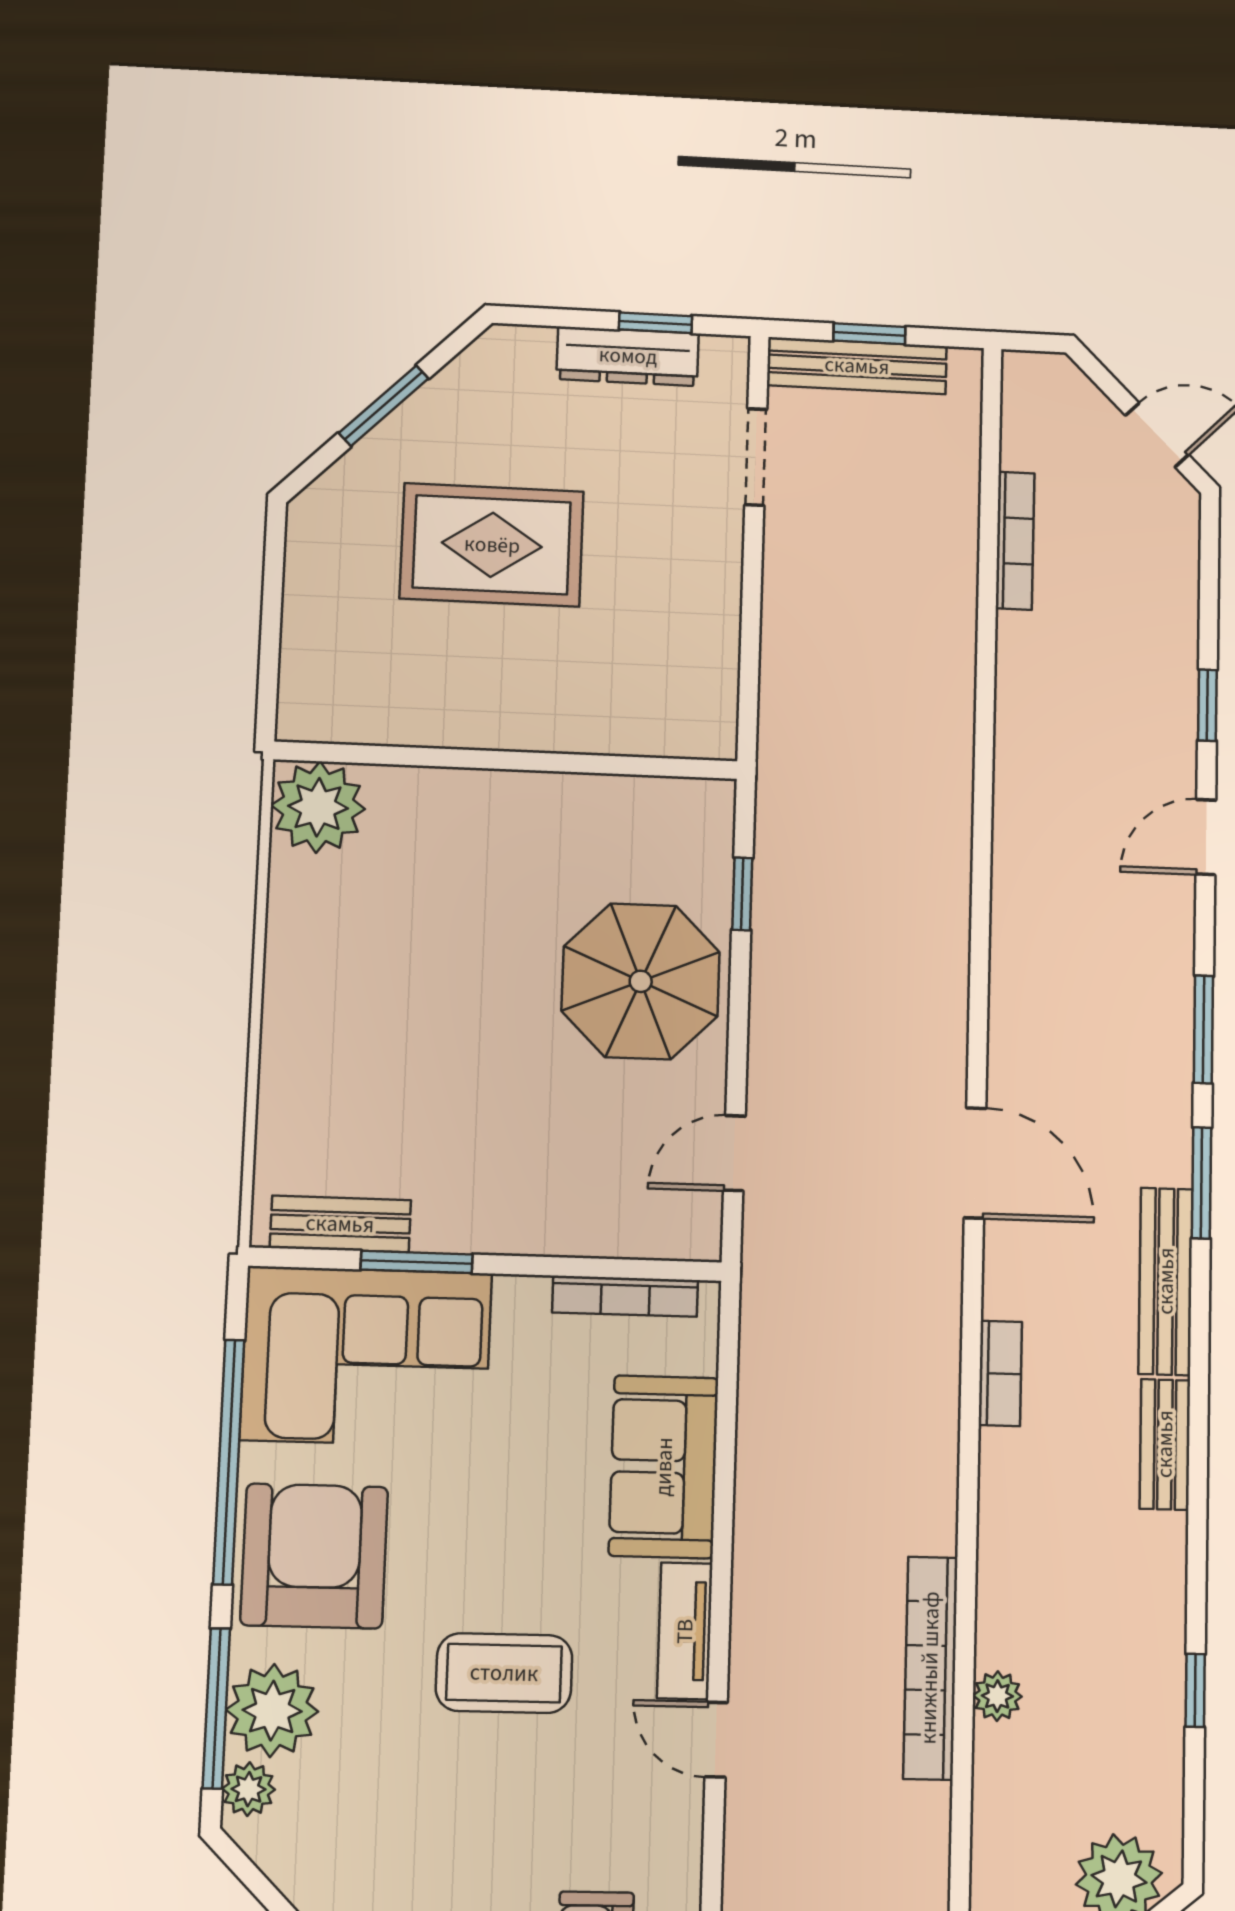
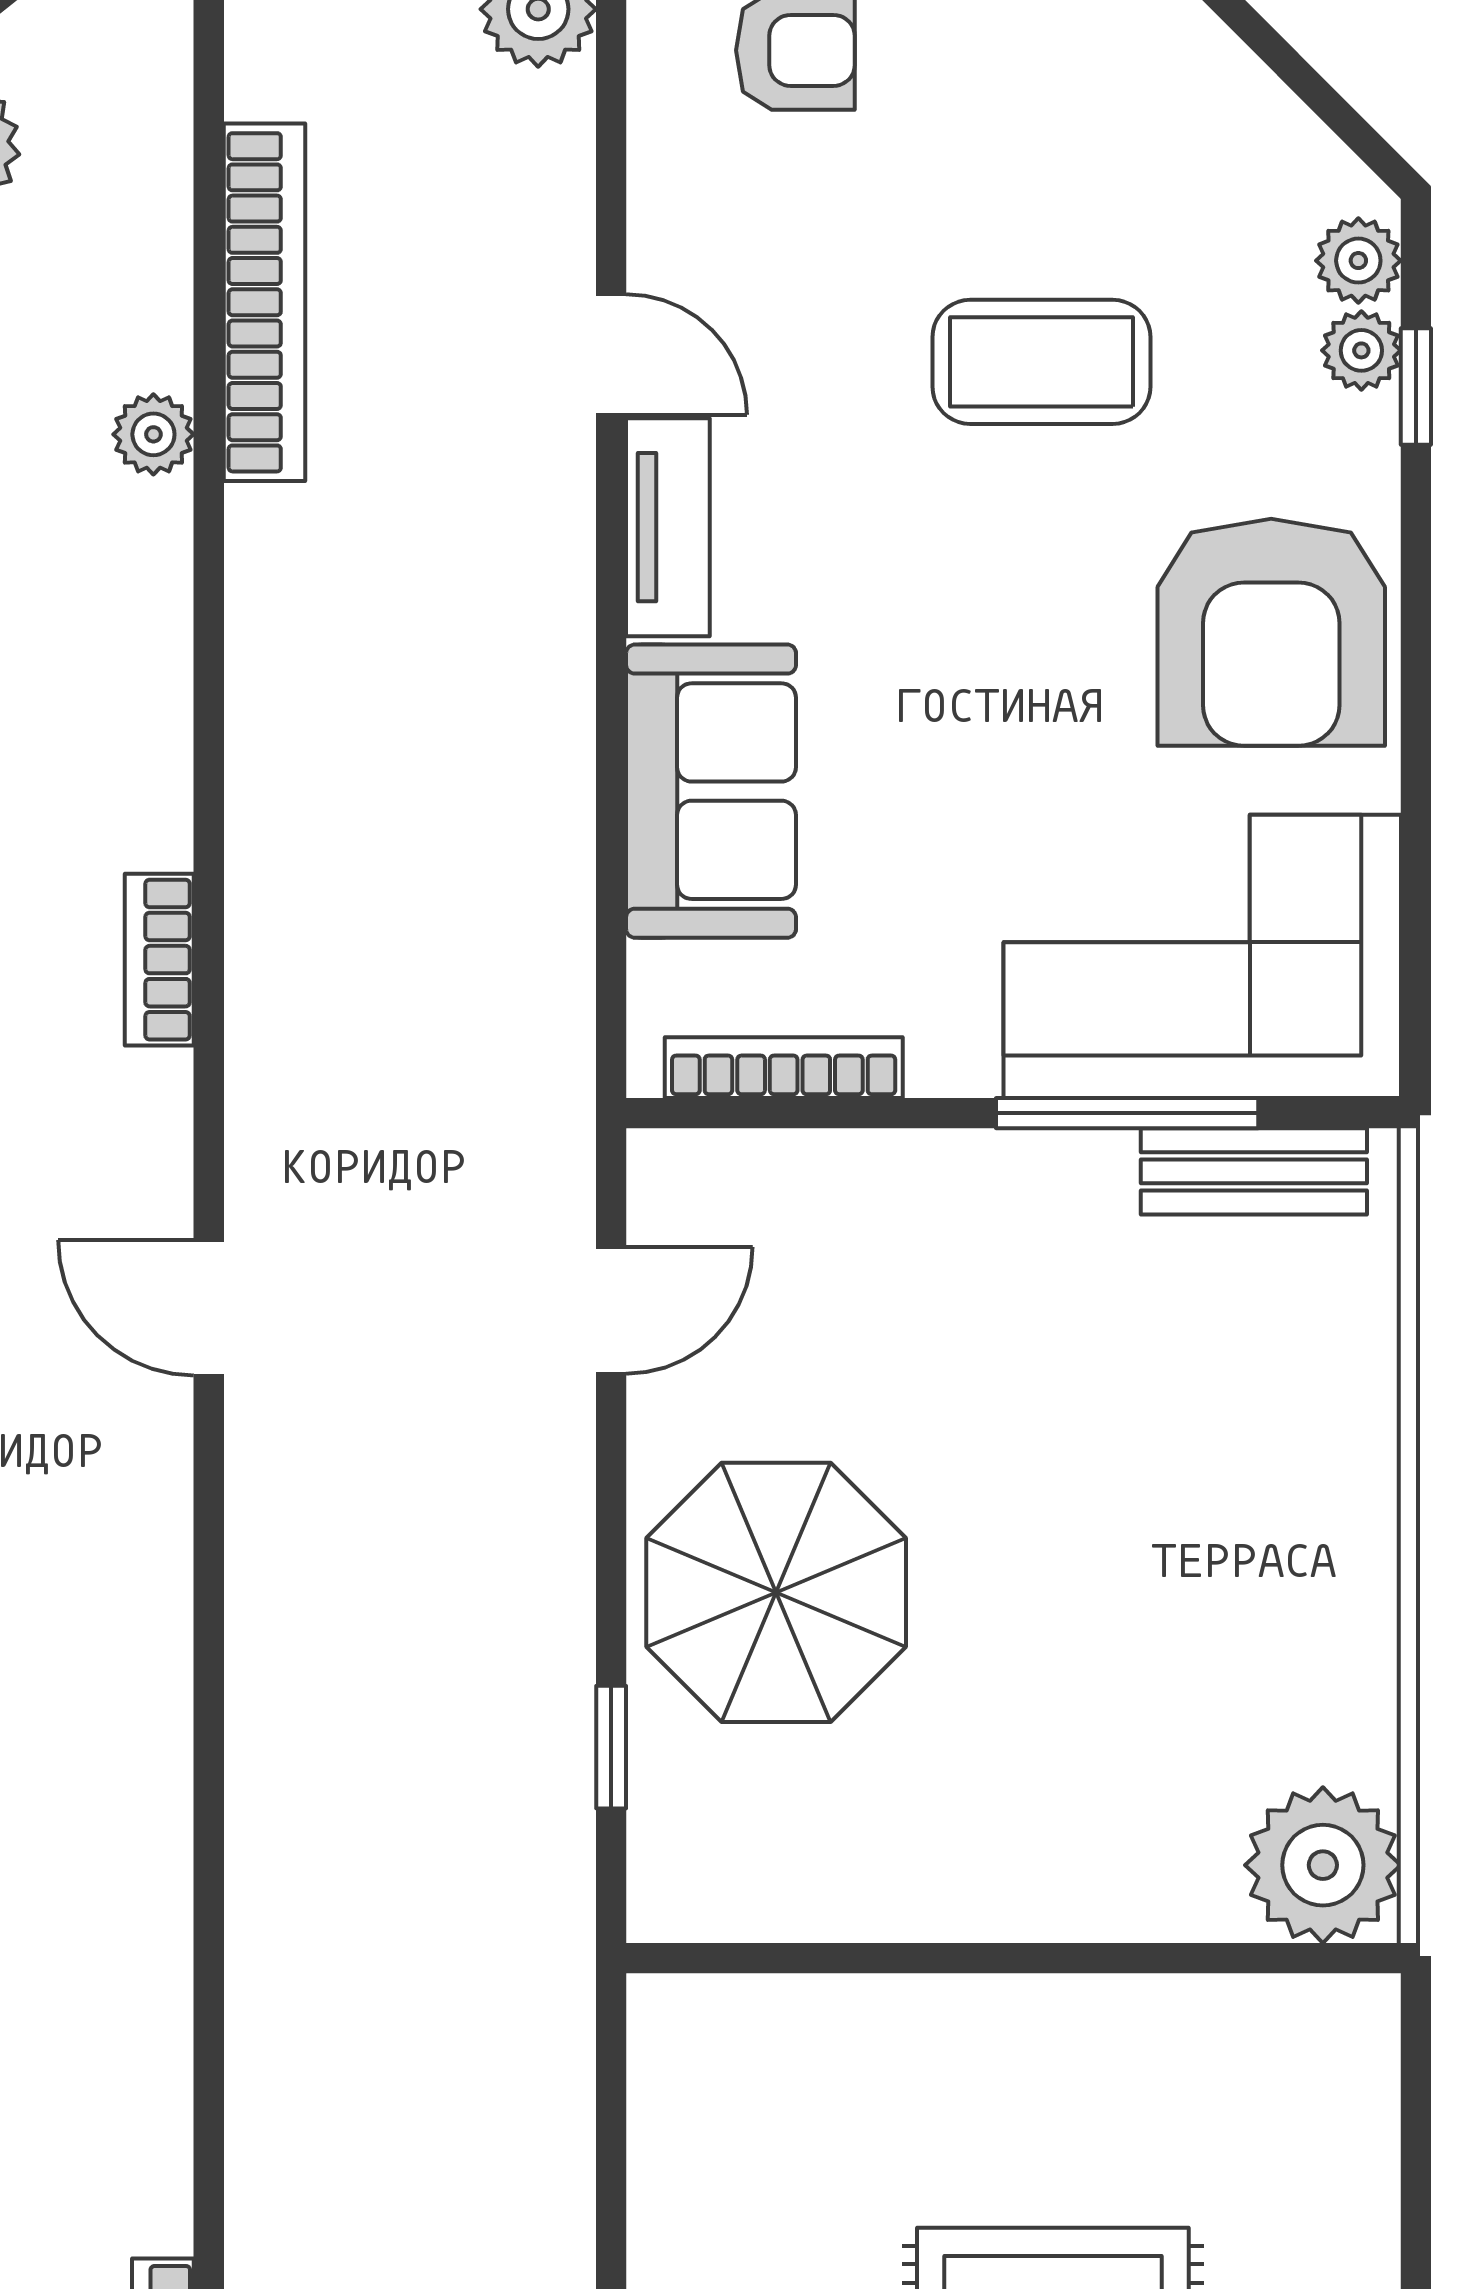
door: (975, 1163) -> (209, 1308), width x0.73
window: (417, 1262) -> (1127, 1113), width x1.44
window: (229, 1462) -> (1416, 780), removed
bookcase: (930, 1668) -> (264, 302), moved
coffee table: (504, 1673) -> (1041, 362), moved
window: (216, 1708) -> (1416, 387), width x0.46
plant: (272, 1711) -> (1361, 350), width x0.53, depth x0.53

